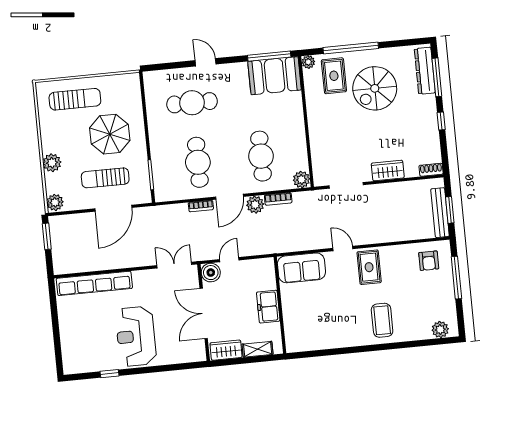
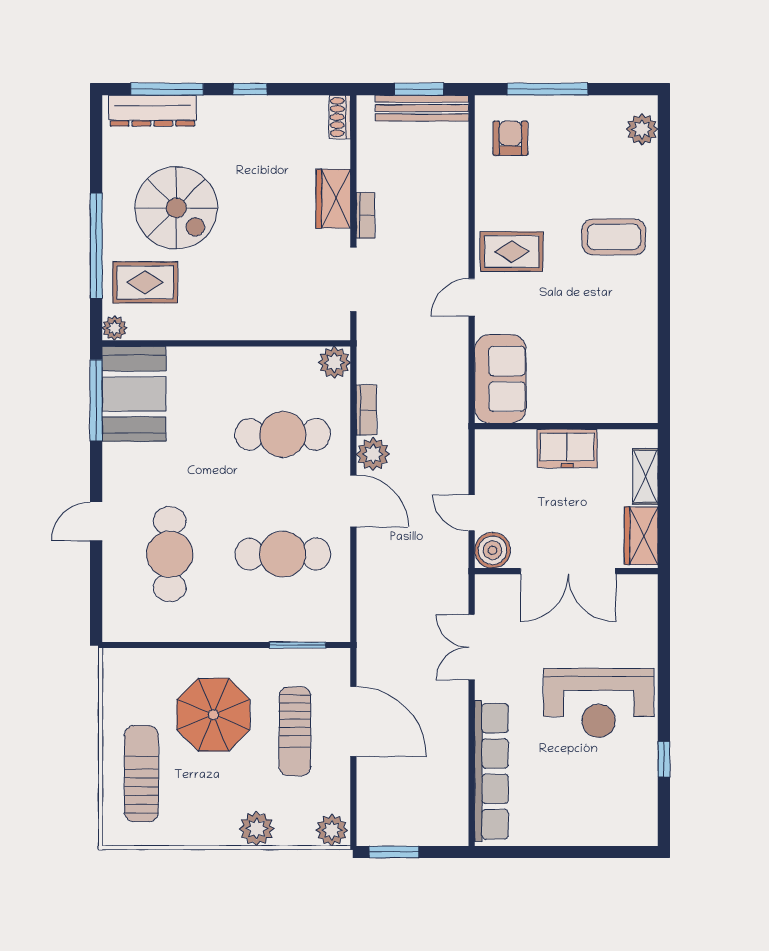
bookcase: (201, 206) -> (366, 215), moved
armchair: (429, 261) -> (510, 138), turned -90
double door: (174, 265) -> (472, 647), moved

